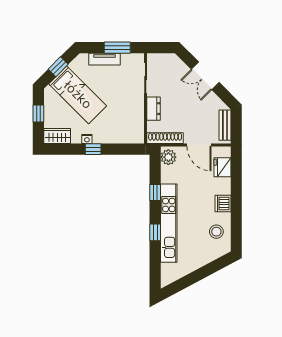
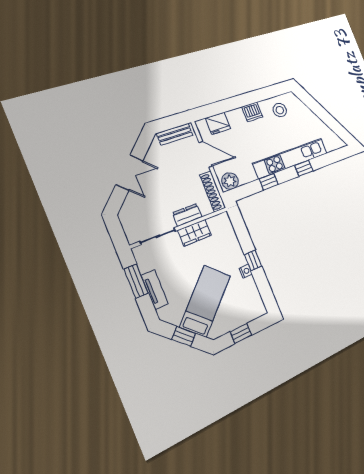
wardrobe: (57, 136) -> (195, 233), moved, turned -90
door: (199, 145) -> (206, 154), hinge flipped

